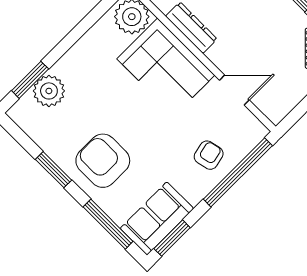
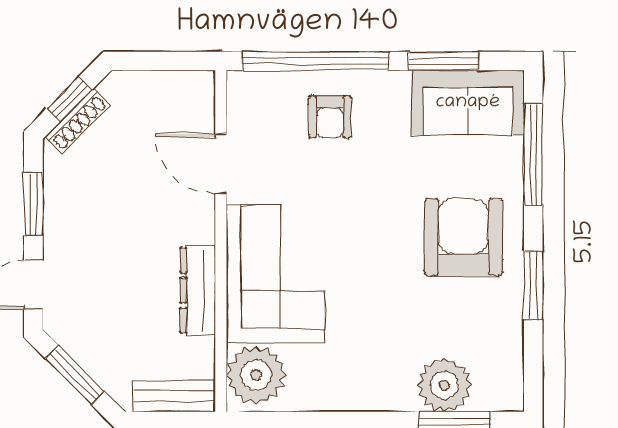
armchair: (209, 155) -> (330, 117), turned -78
armchair: (103, 161) -> (463, 237), turned 180
window: (172, 238) -> (443, 61), moved

